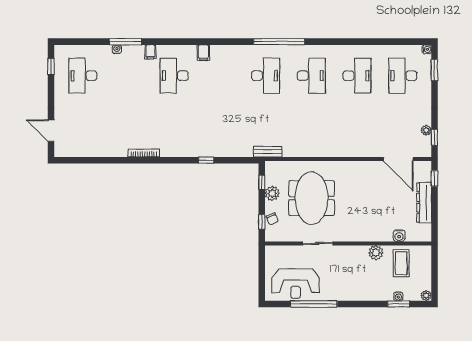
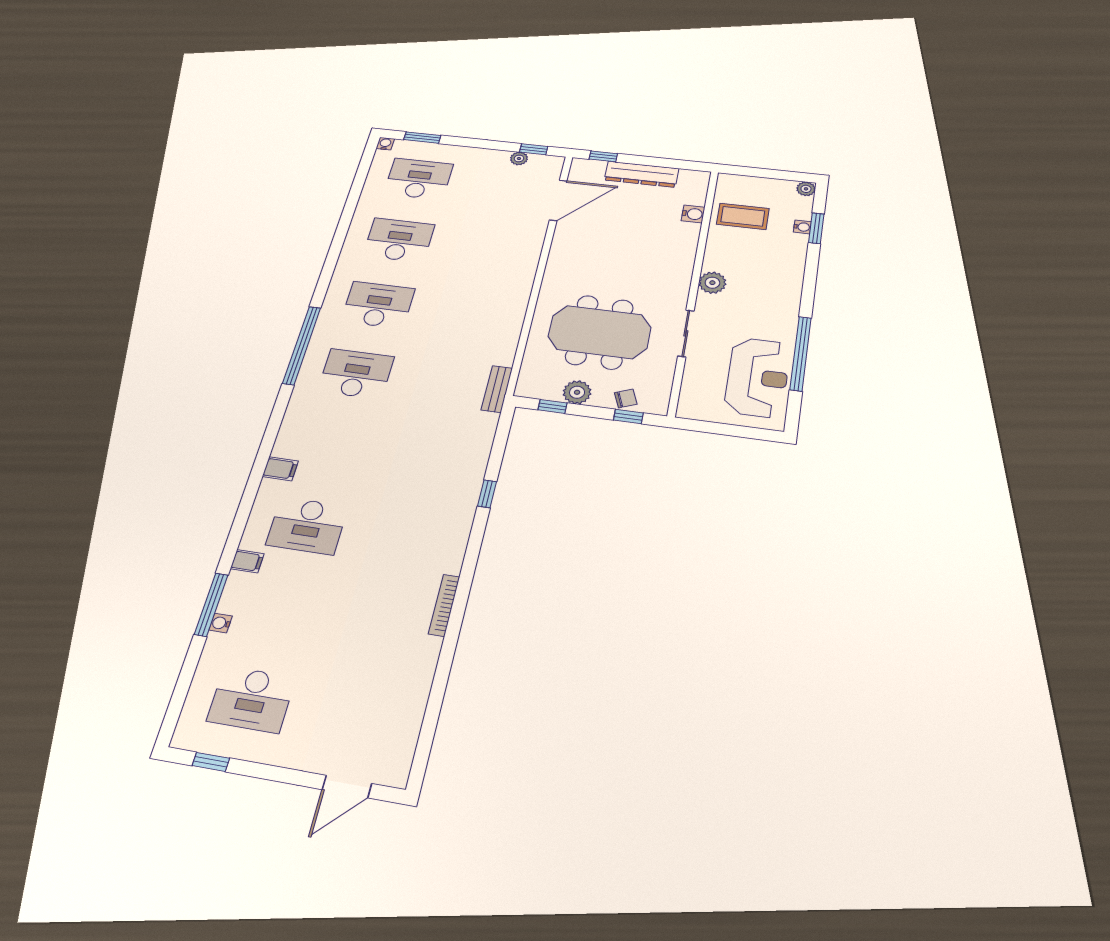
desk: (403, 76) -> (418, 179), turned 180
plant: (376, 253) -> (712, 283), moved

